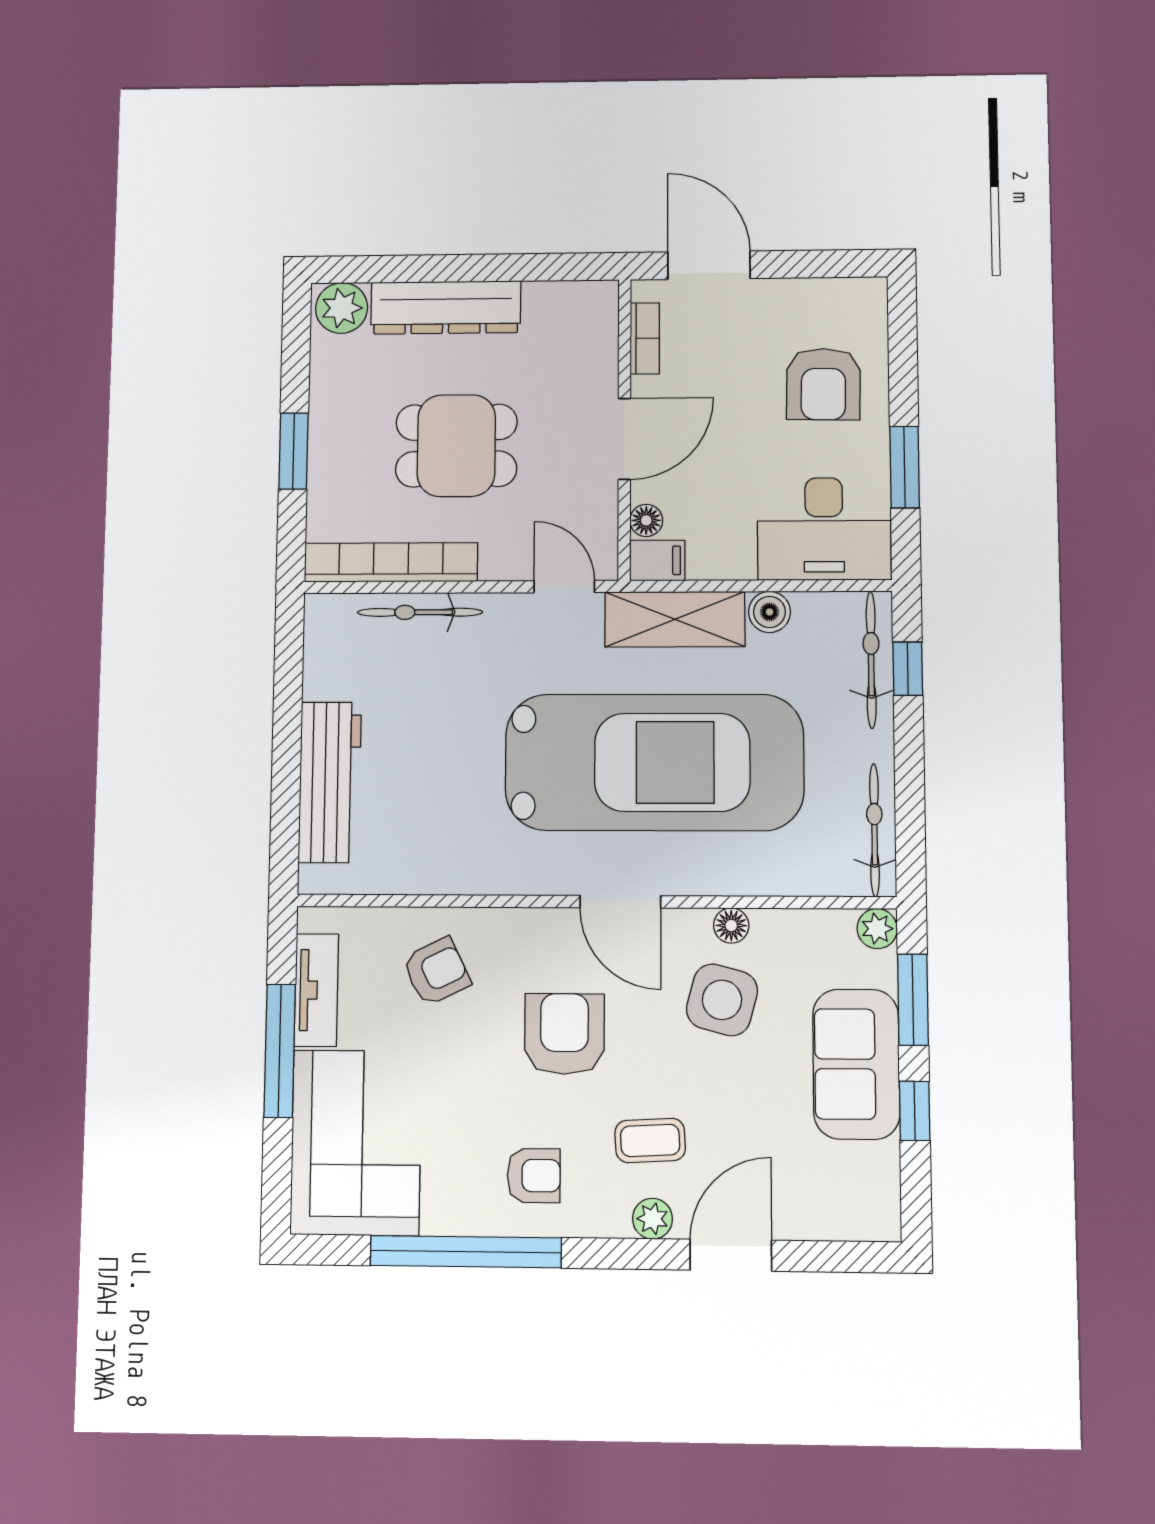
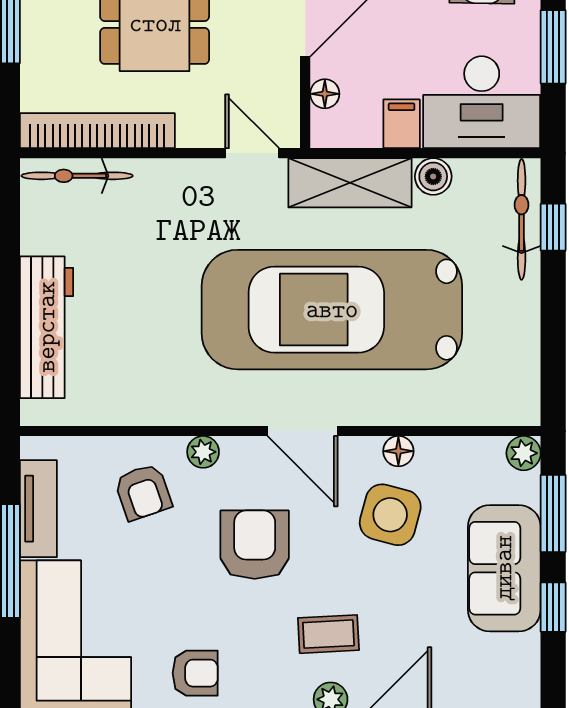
filing cabinet: (657, 560) -> (402, 124), moved, turned -90
bicycle: (420, 612) -> (77, 176), moved
car: (654, 762) -> (332, 310), turned 180
bicycle: (874, 830) -> (522, 368), removed
plant: (506, 925) -> (203, 452), added
armchair: (436, 972) -> (143, 492), turned 97
armchair: (534, 1176) -> (195, 673), moved

